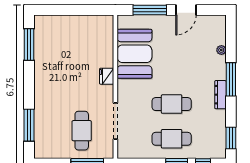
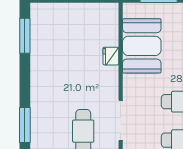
fridge: (107, 76) -> (111, 56), moved

